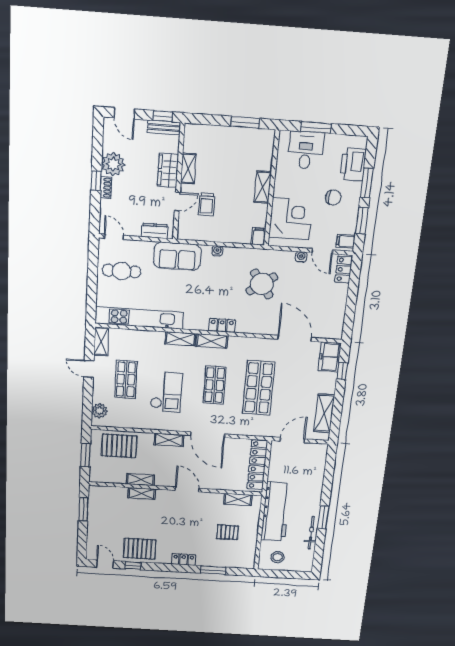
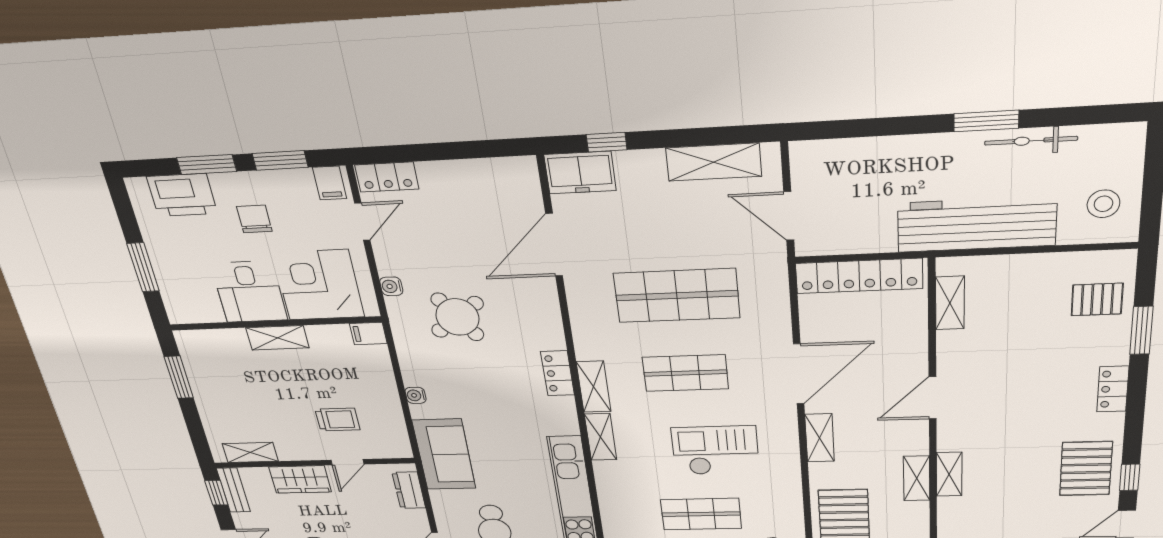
desk: (306, 150) -> (249, 292), moved, turned -90
shelving: (188, 169) -> (250, 452), moved
door: (177, 201) -> (347, 462), swing flipped
water cooler: (301, 257) -> (391, 286), moved
pallet: (227, 532) -> (1097, 299), moved, turned 90

